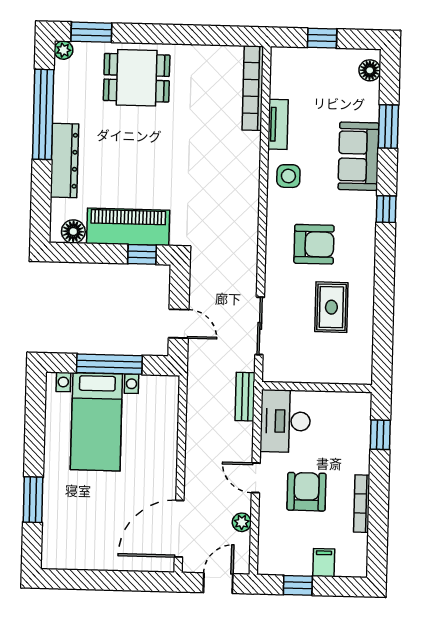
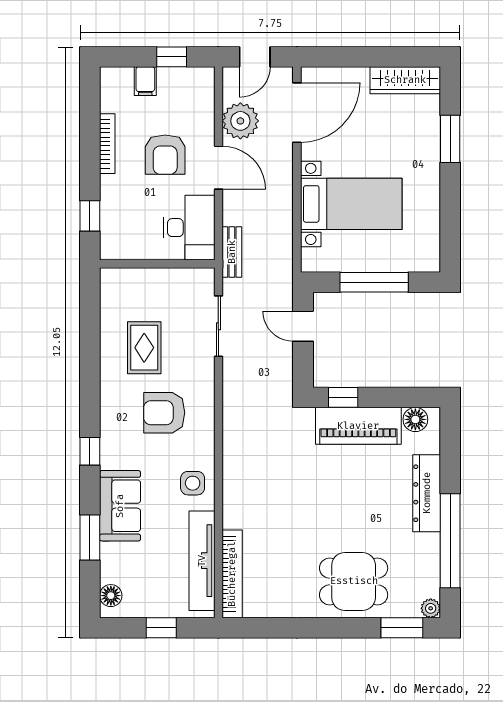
tv unit: (278, 124) -> (202, 561), width x1.92, depth x1.29
bed with nightstands: (96, 422) -> (351, 204), moved, turned 90
door: (256, 478) -> (218, 168), width x1.38
plant: (242, 522) -> (240, 121), width x1.87, depth x1.87
wardrobe: (75, 557) -> (405, 80), added

